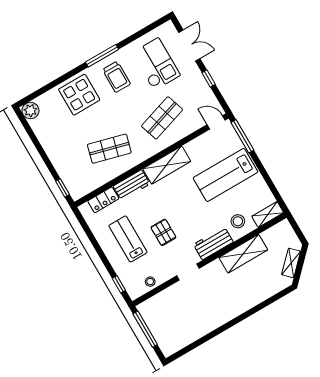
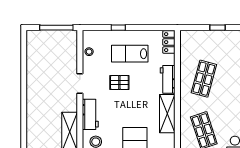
window: (63, 188) -> (218, 28), moved
locker: (103, 200) -> (169, 42), moved
lab bench: (128, 239) -> (130, 54), turned 180
window: (119, 284) -> (118, 28), moved

